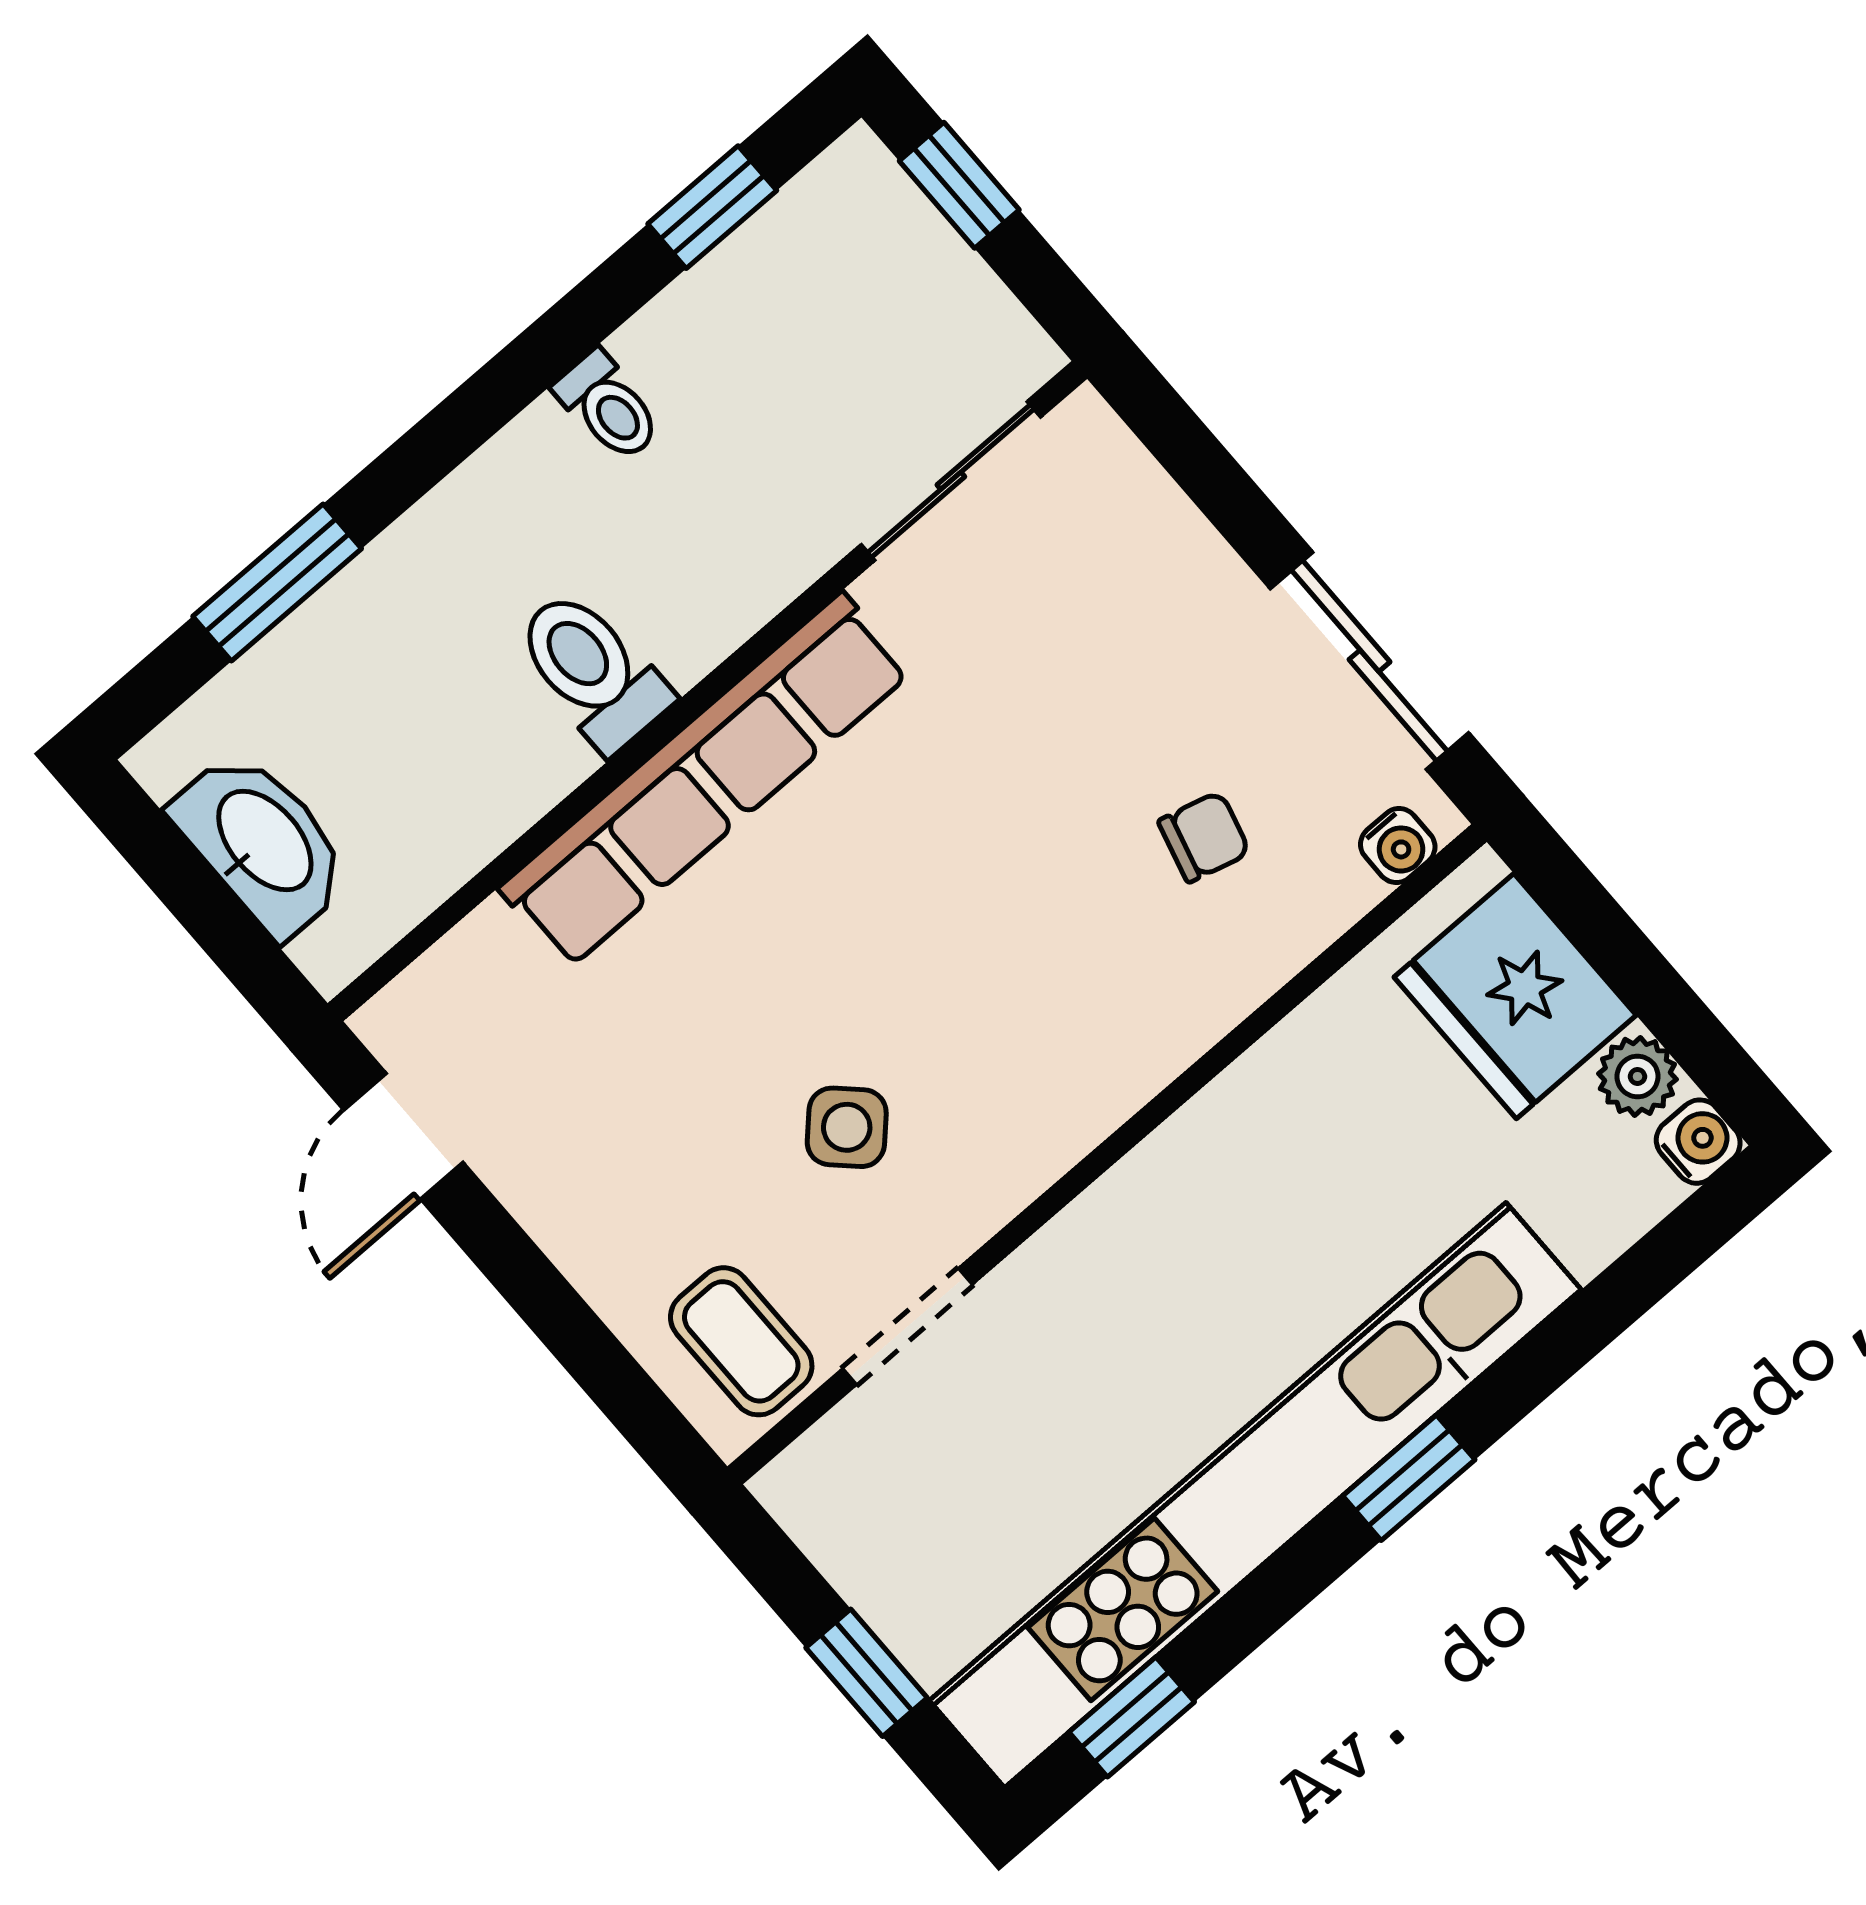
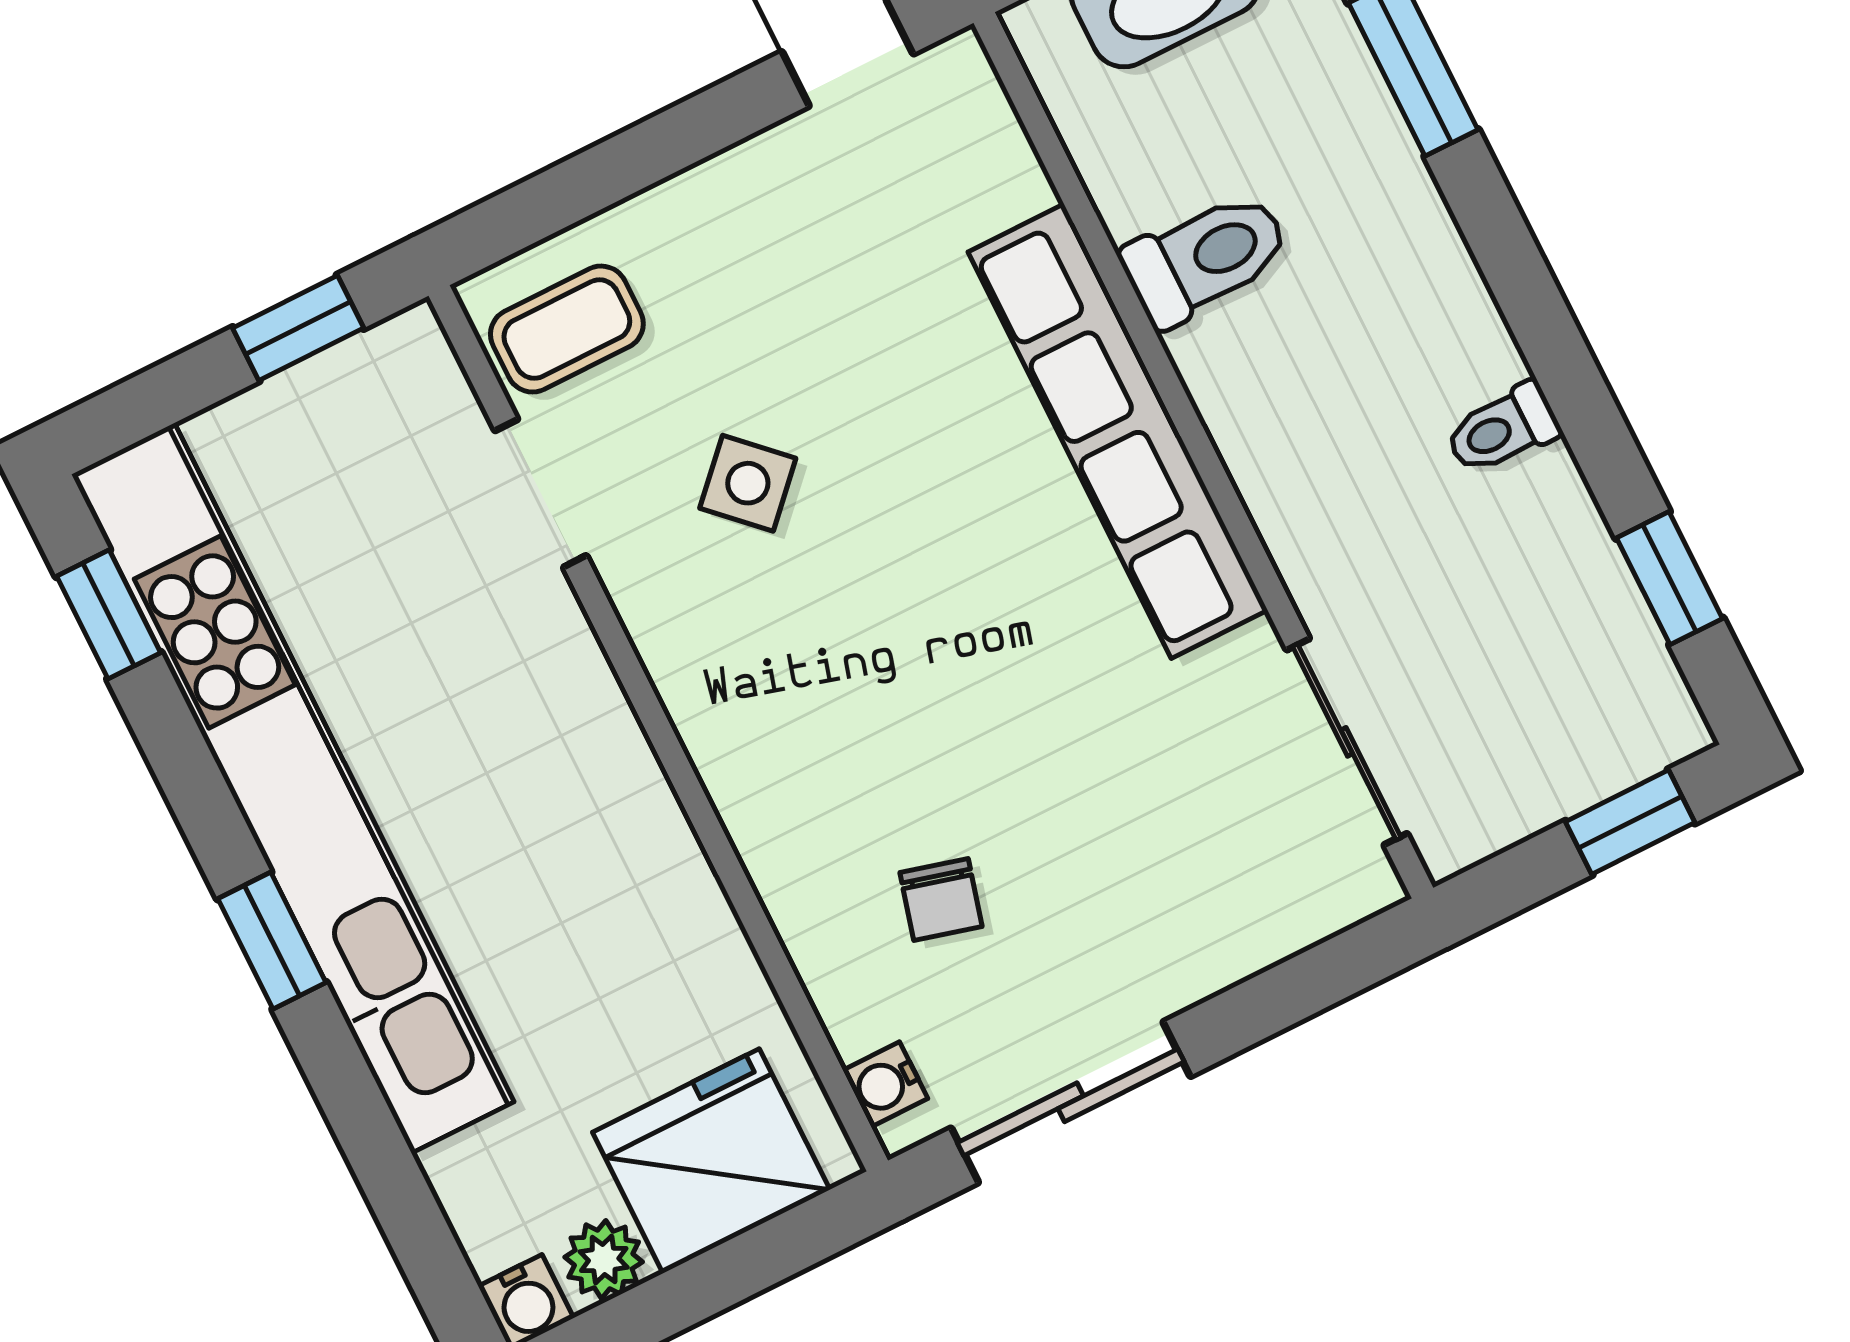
toilet: (592, 670) -> (1206, 258), moved
window: (867, 1673) -> (298, 328), moved

